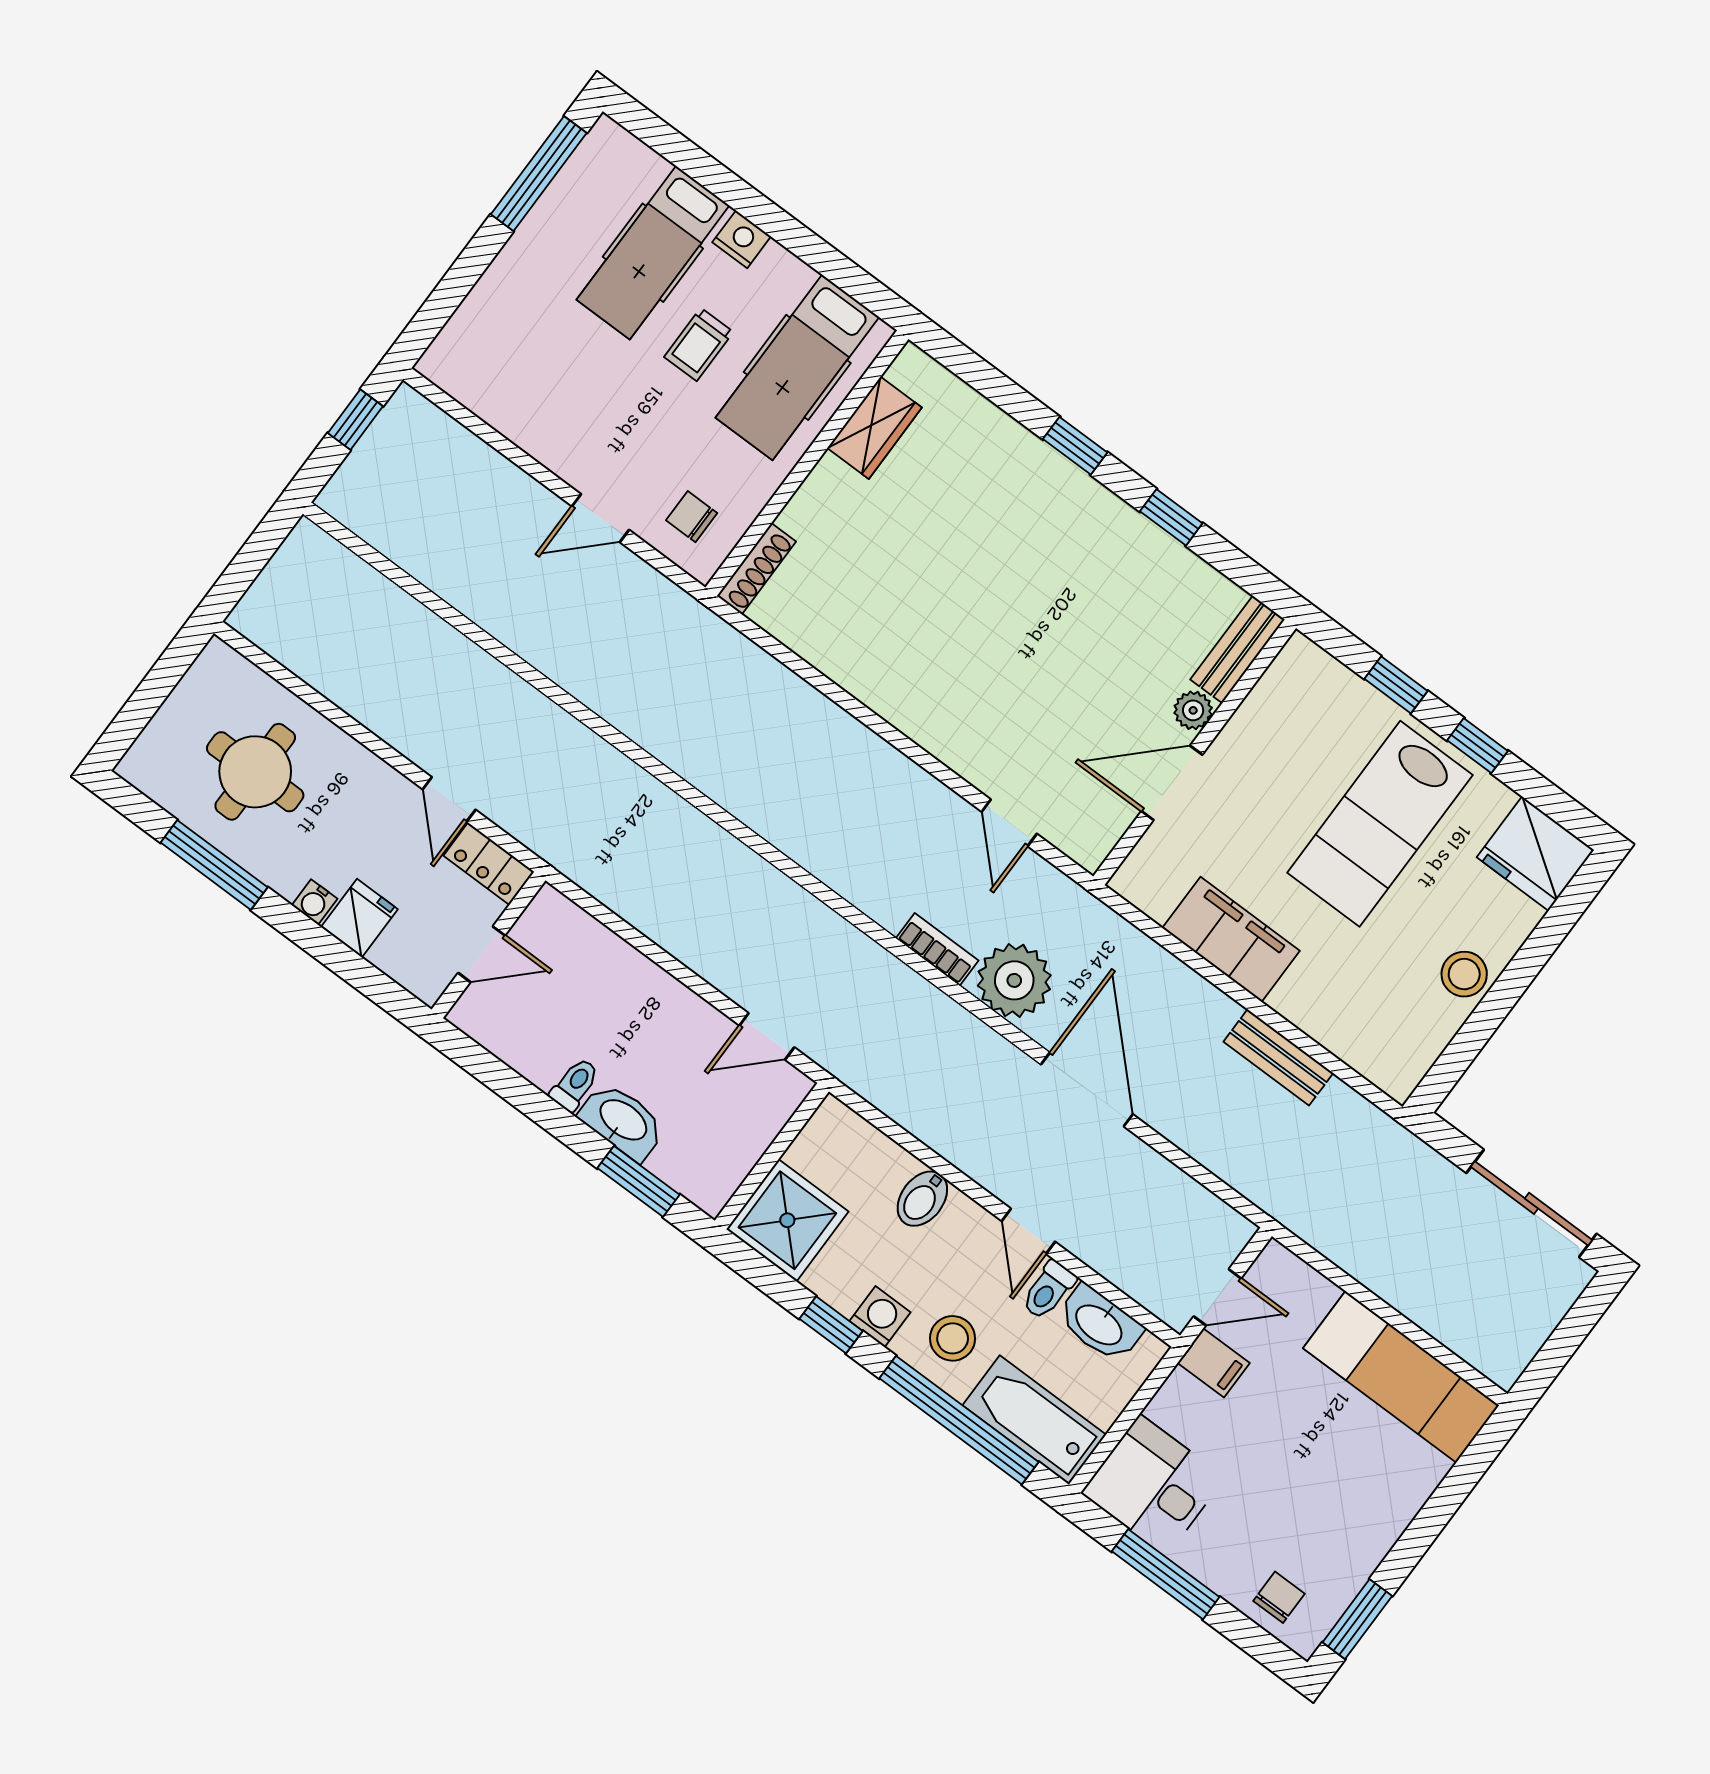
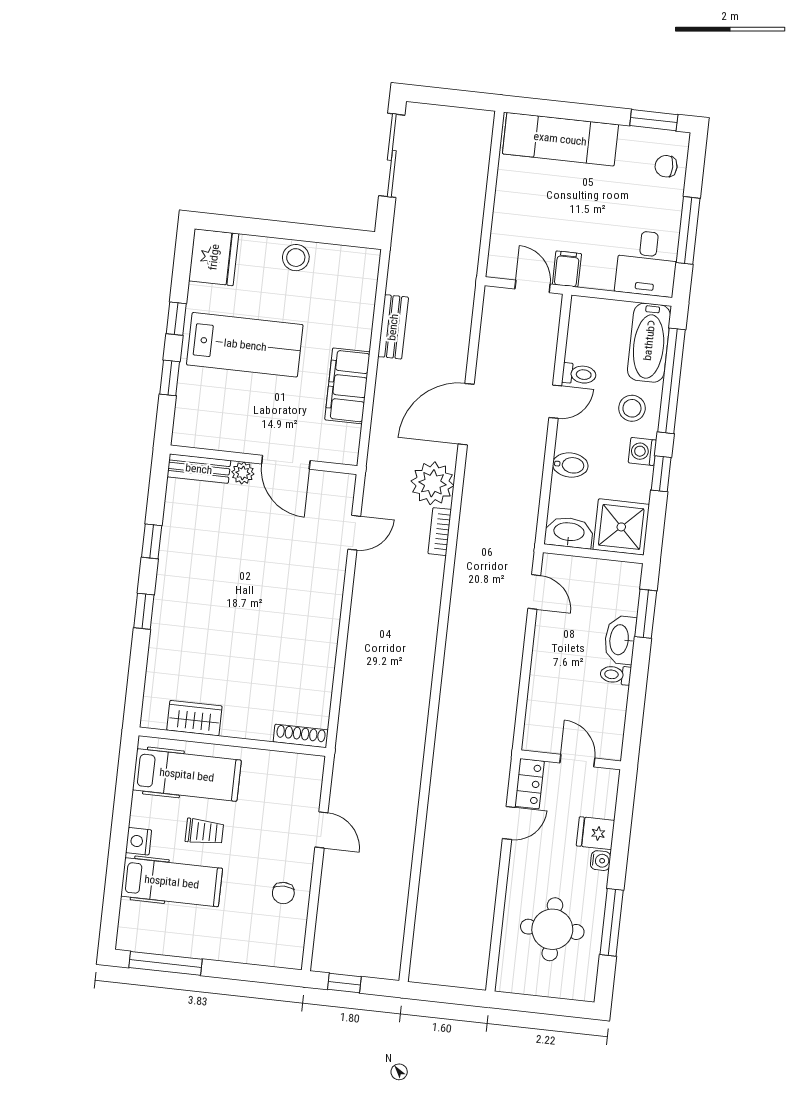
chair: (692, 517) -> (283, 893), moved
washbasin: (1100, 1324) -> (569, 532), moved, turned -90
exam couch: (1401, 1377) -> (560, 139), moved, turned 90

